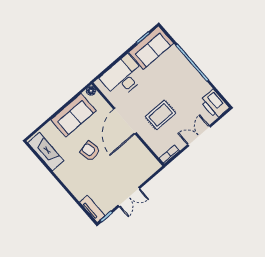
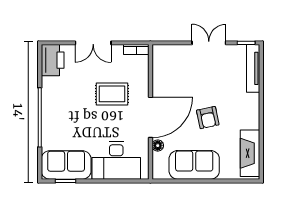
floor lamp: (91, 91) -> (158, 146), moved
tv unit: (92, 209) -> (253, 68), width x1.41

